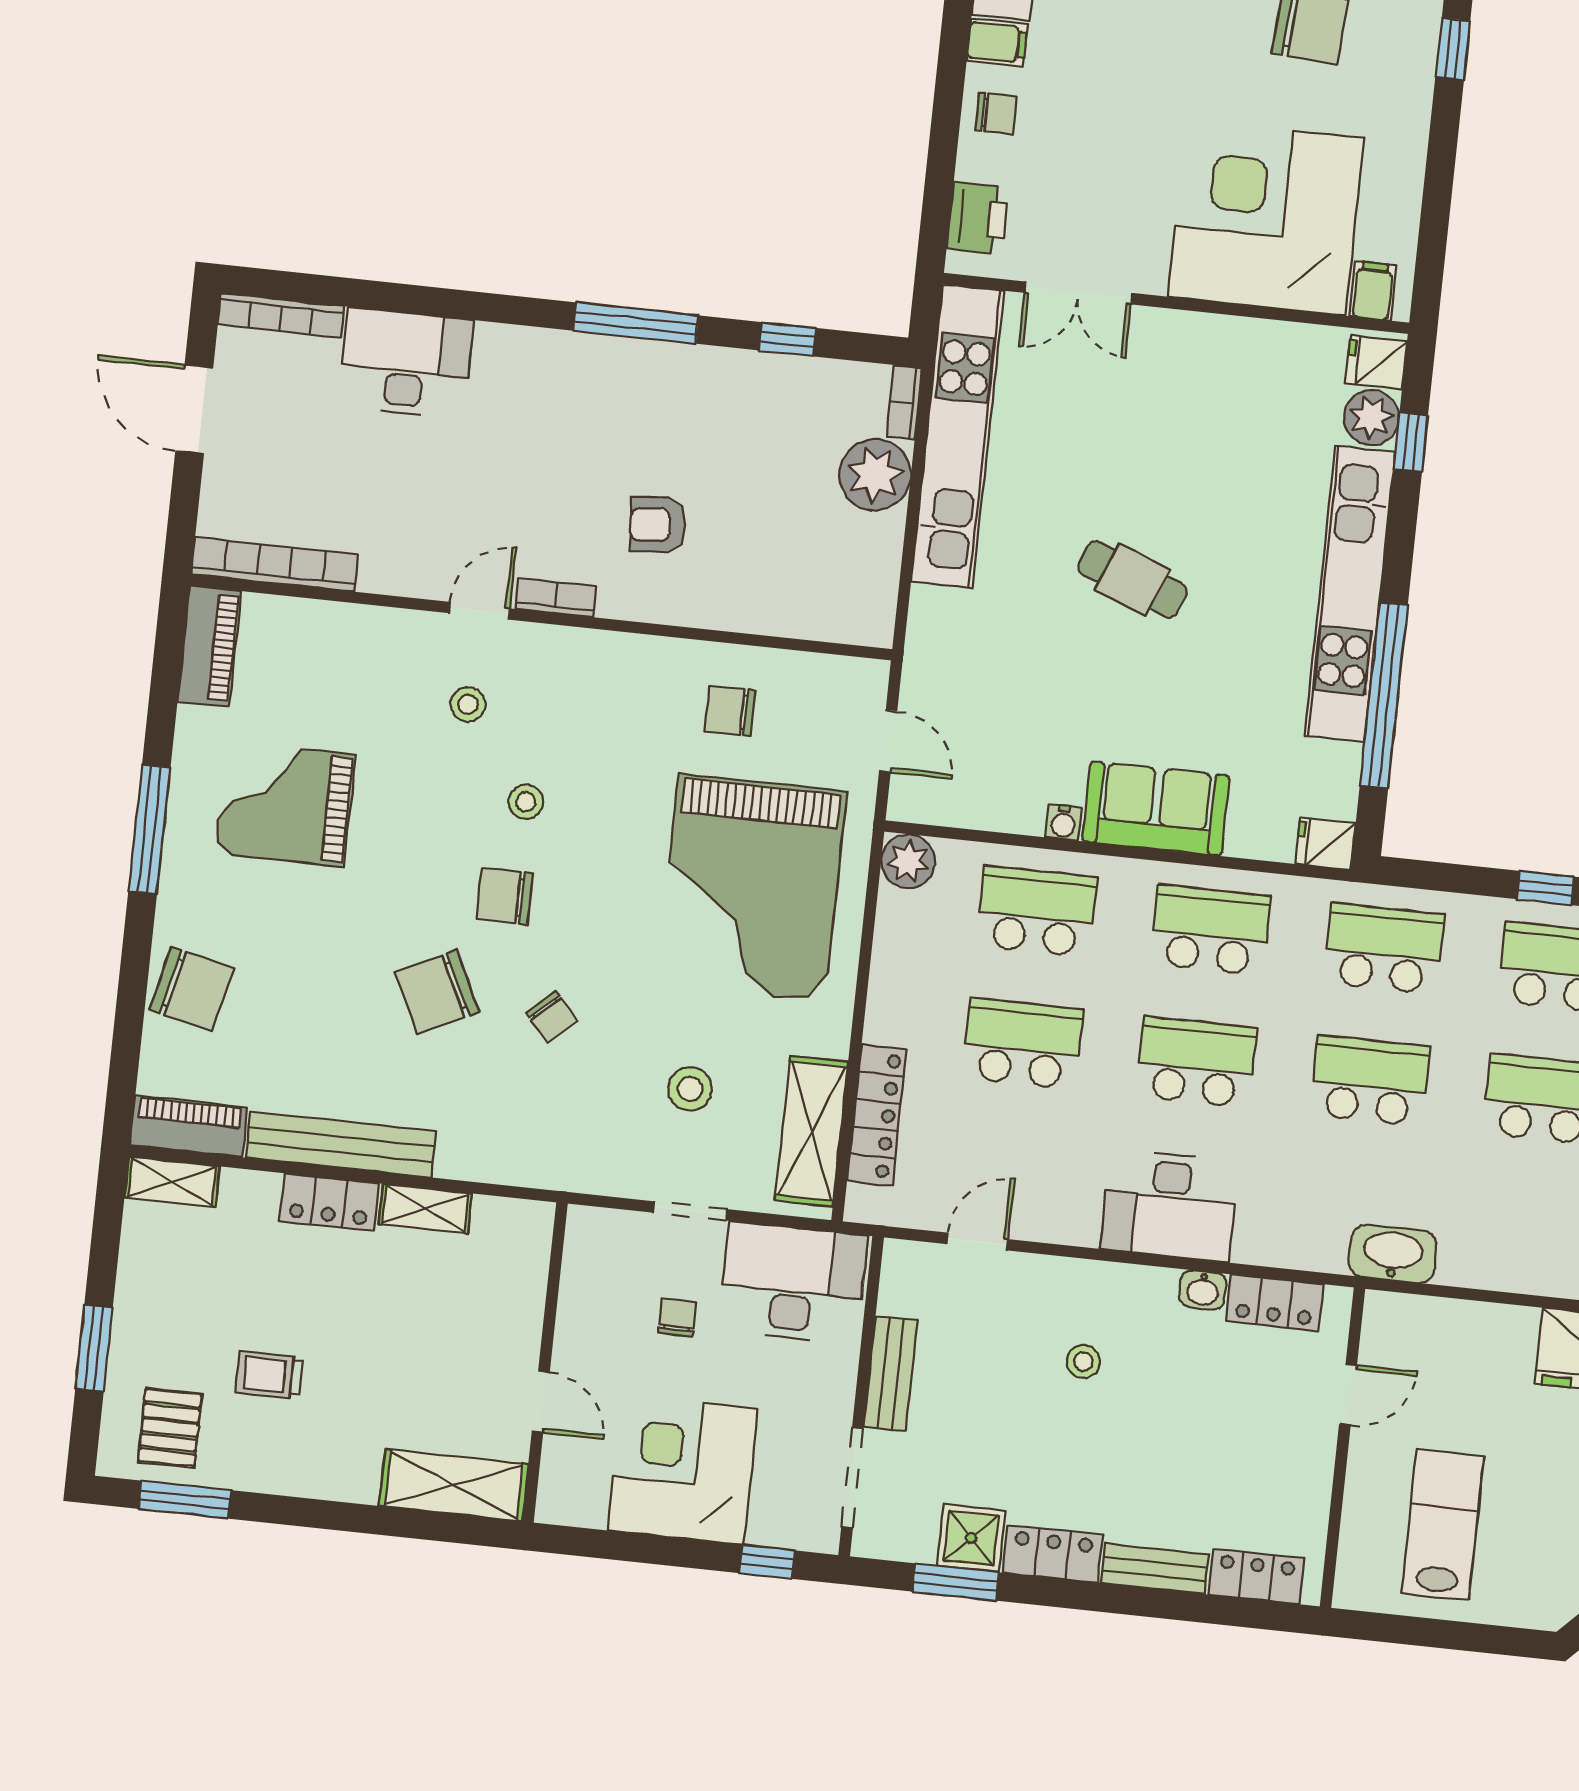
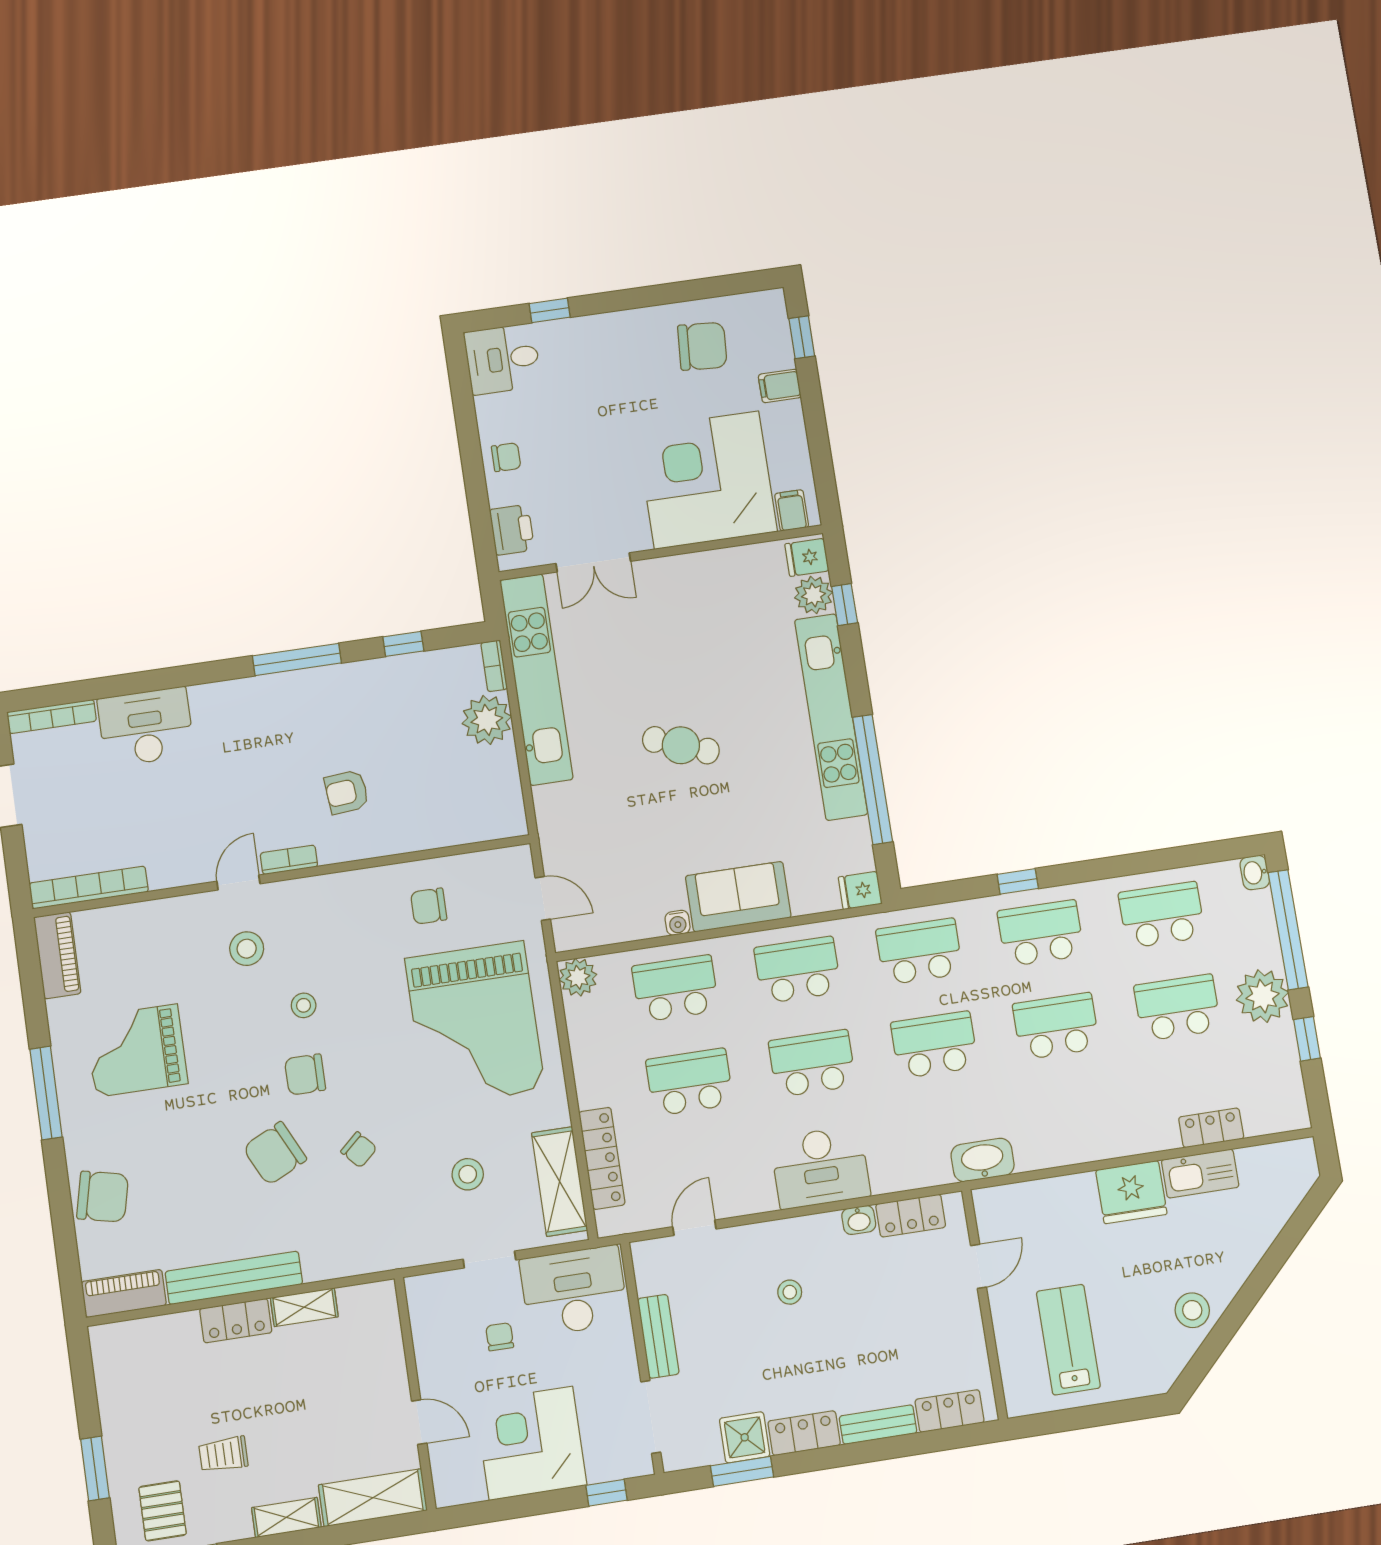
filing cabinet: (997, 42) -> (780, 386), moved, turned 180
stool: (468, 704) -> (247, 949), width x1.37, depth x1.37
shelving: (172, 1182) -> (286, 1517), moved

